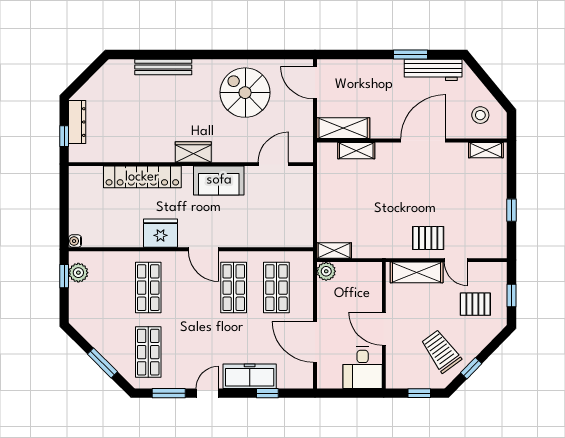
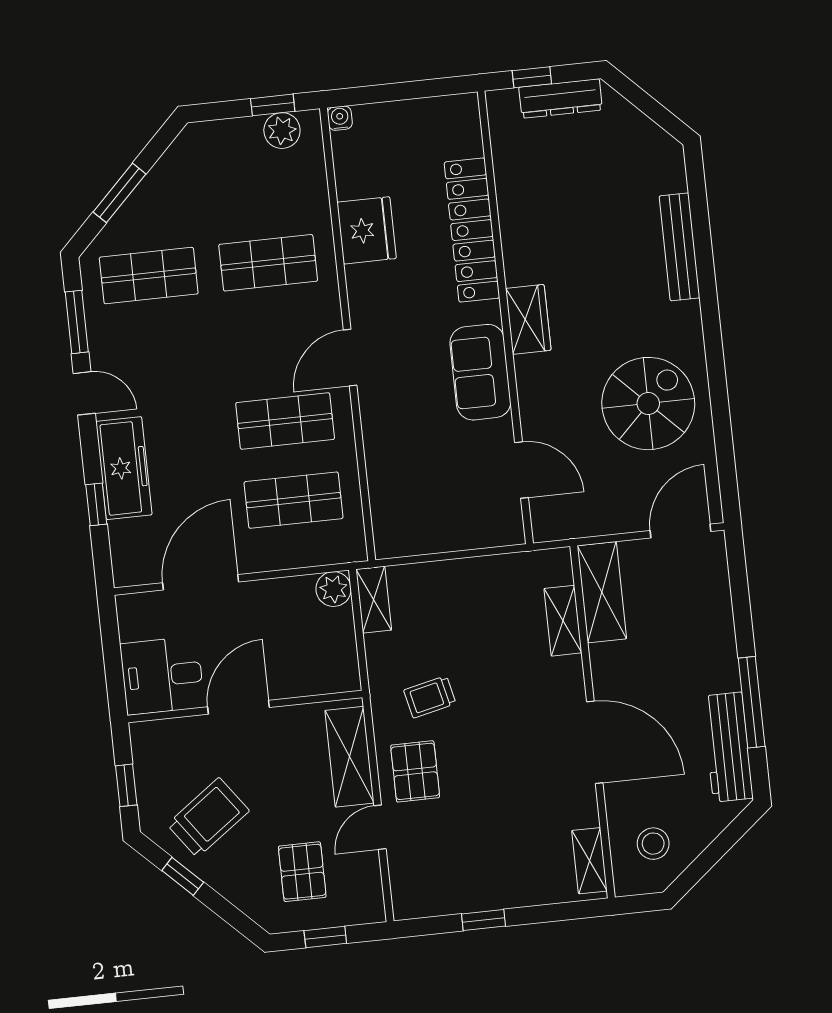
window: (410, 54) -> (752, 702), width x1.44
trolley: (389, 226) -> (430, 697), added
fridge: (161, 233) -> (367, 230), moved

